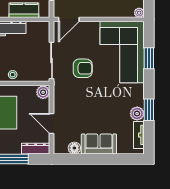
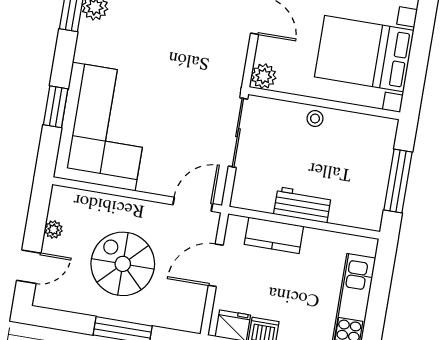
plant: (139, 13) -> (59, 195), removed
armchair: (83, 68) -> (182, 108), removed

